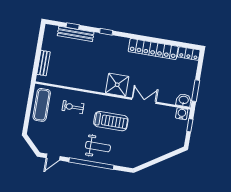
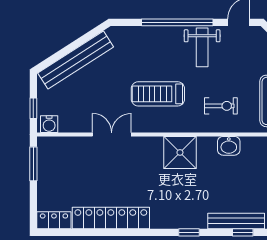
shower: (117, 85) -> (180, 152), moved
washbasin: (184, 100) -> (229, 146), moved
double door: (144, 101) -> (112, 135), swing flipped
weight bench: (98, 147) -> (202, 47), moved, turned -90
bench: (158, 151) -> (76, 60), added

